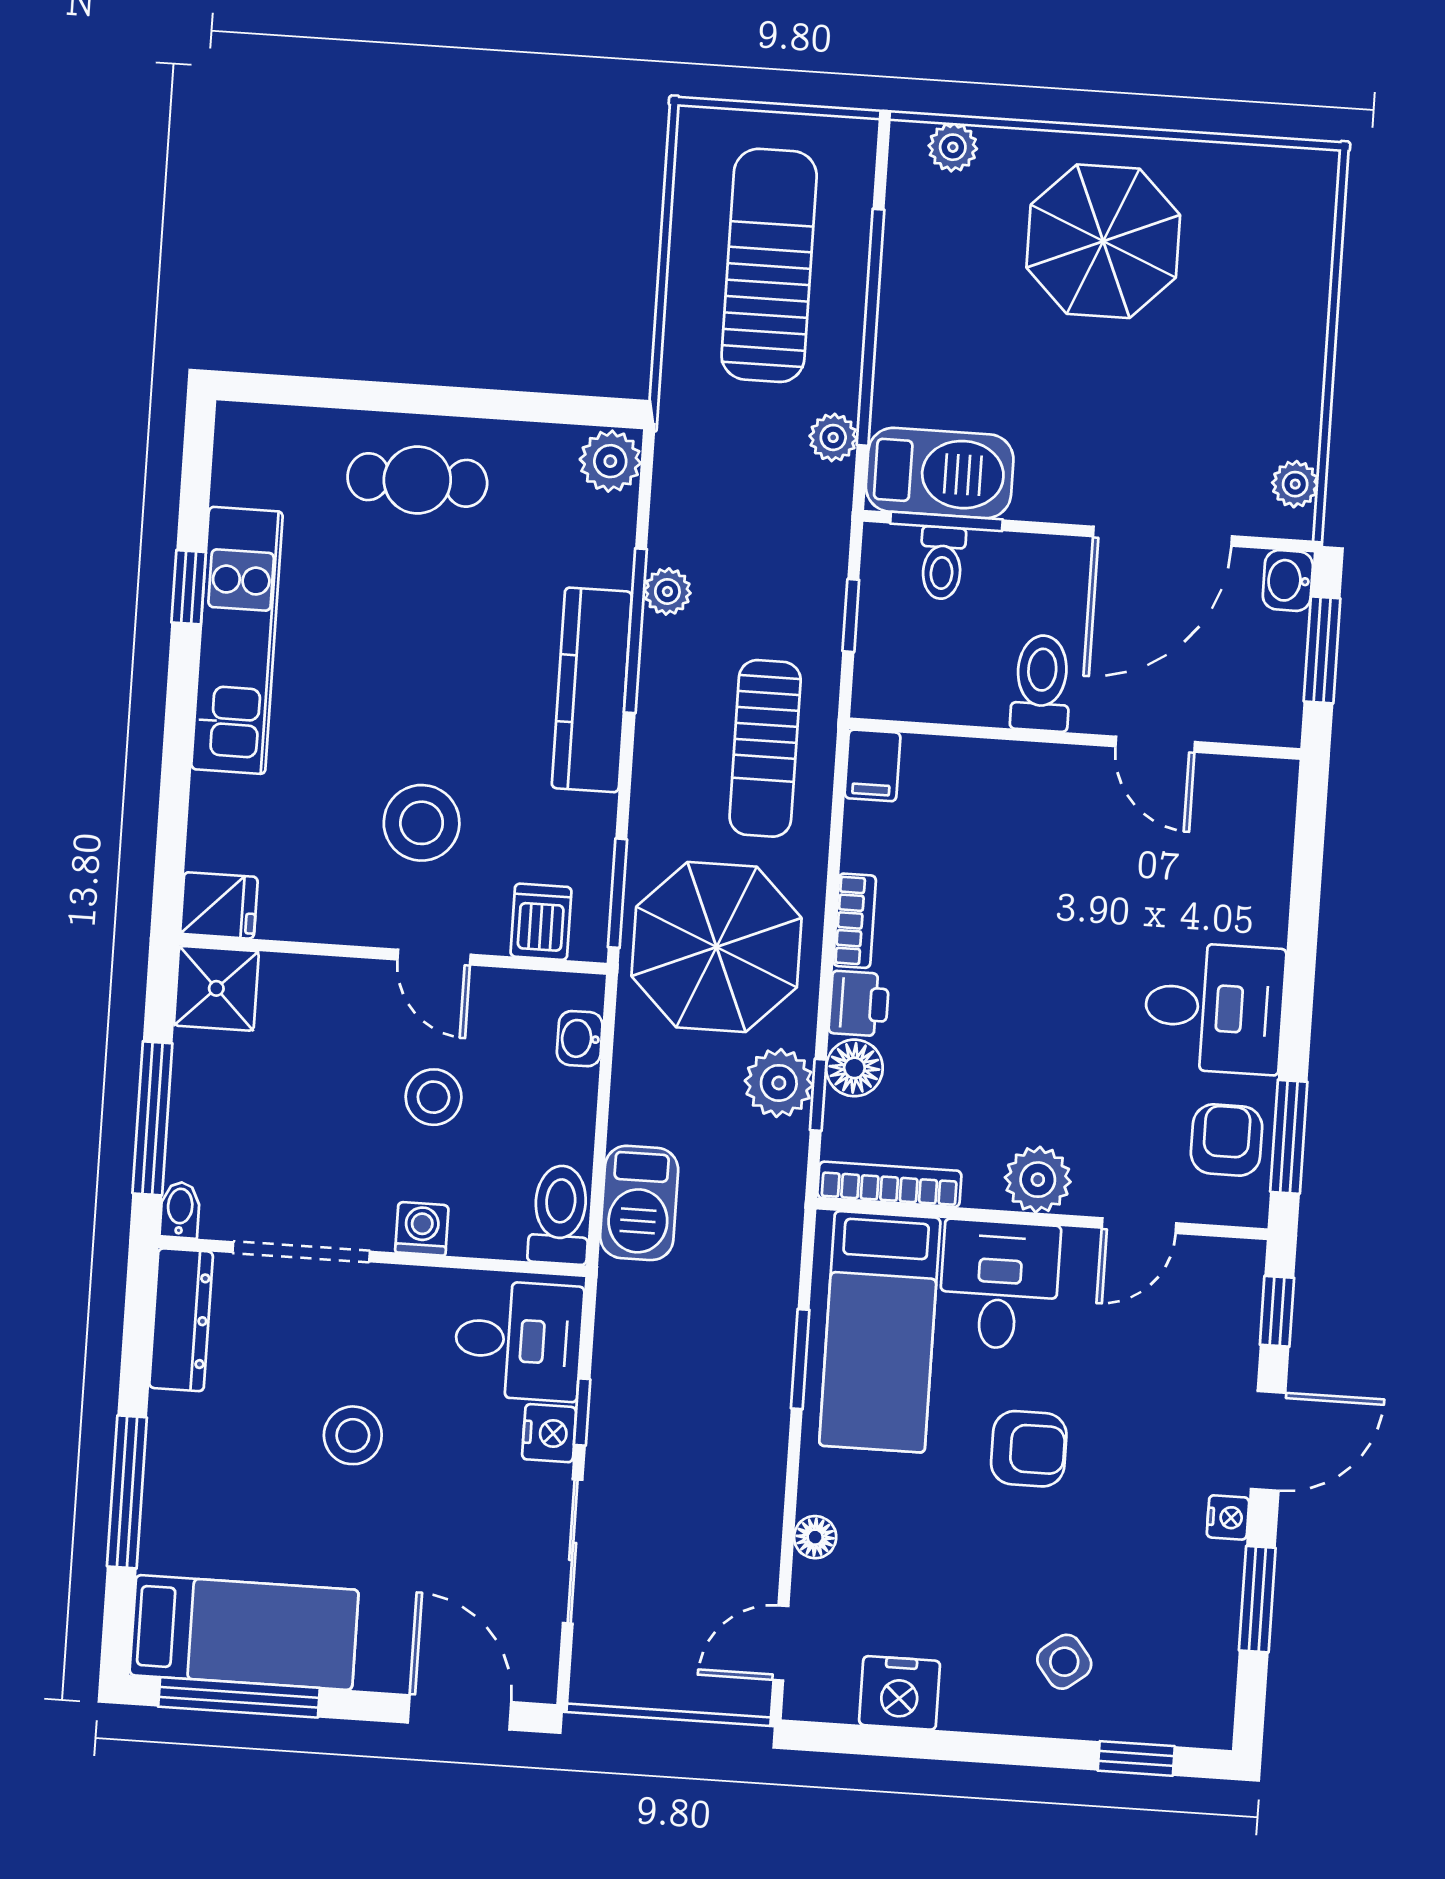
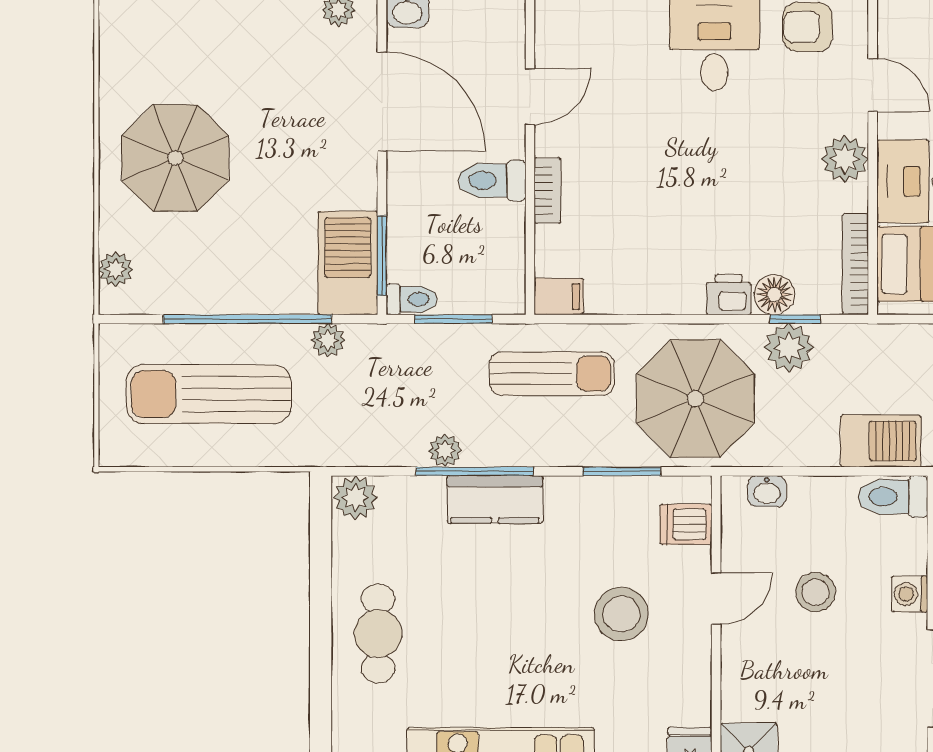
toilet: (942, 563) -> (412, 299), moved
window: (851, 616) -> (453, 319), width x1.50
kitchen counter: (592, 690) -> (495, 499), width x0.67
window: (617, 893) -> (622, 471), moved
bookcase: (855, 921) -> (547, 191), moved, turned 90

